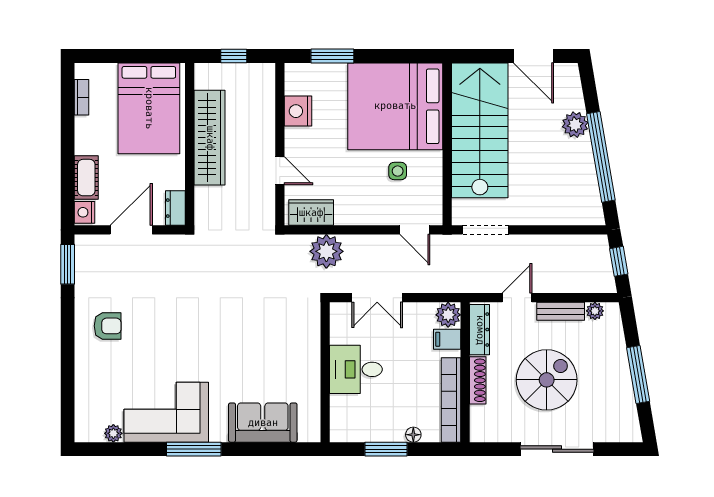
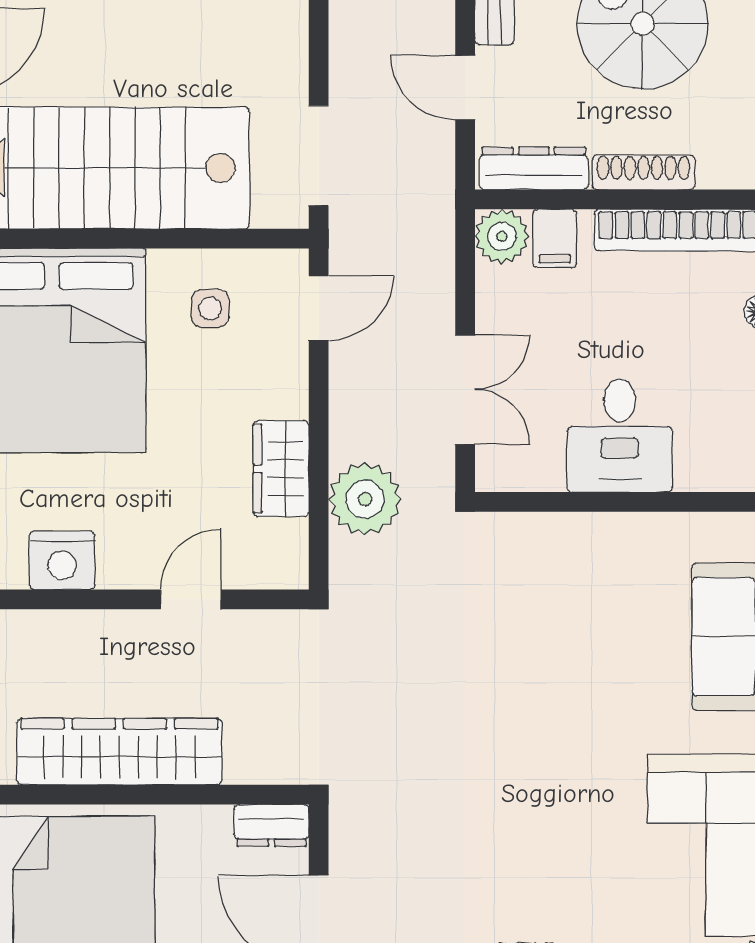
side table: (398, 171) -> (210, 308), moved
wardrobe: (311, 213) -> (281, 469), moved

